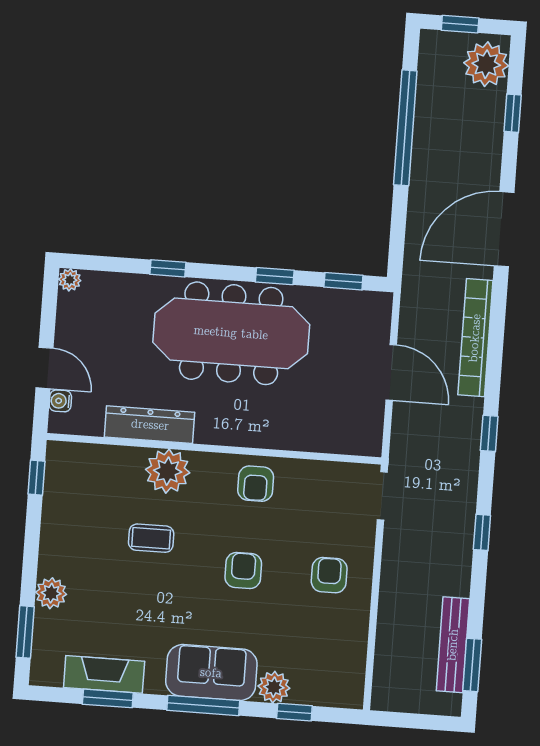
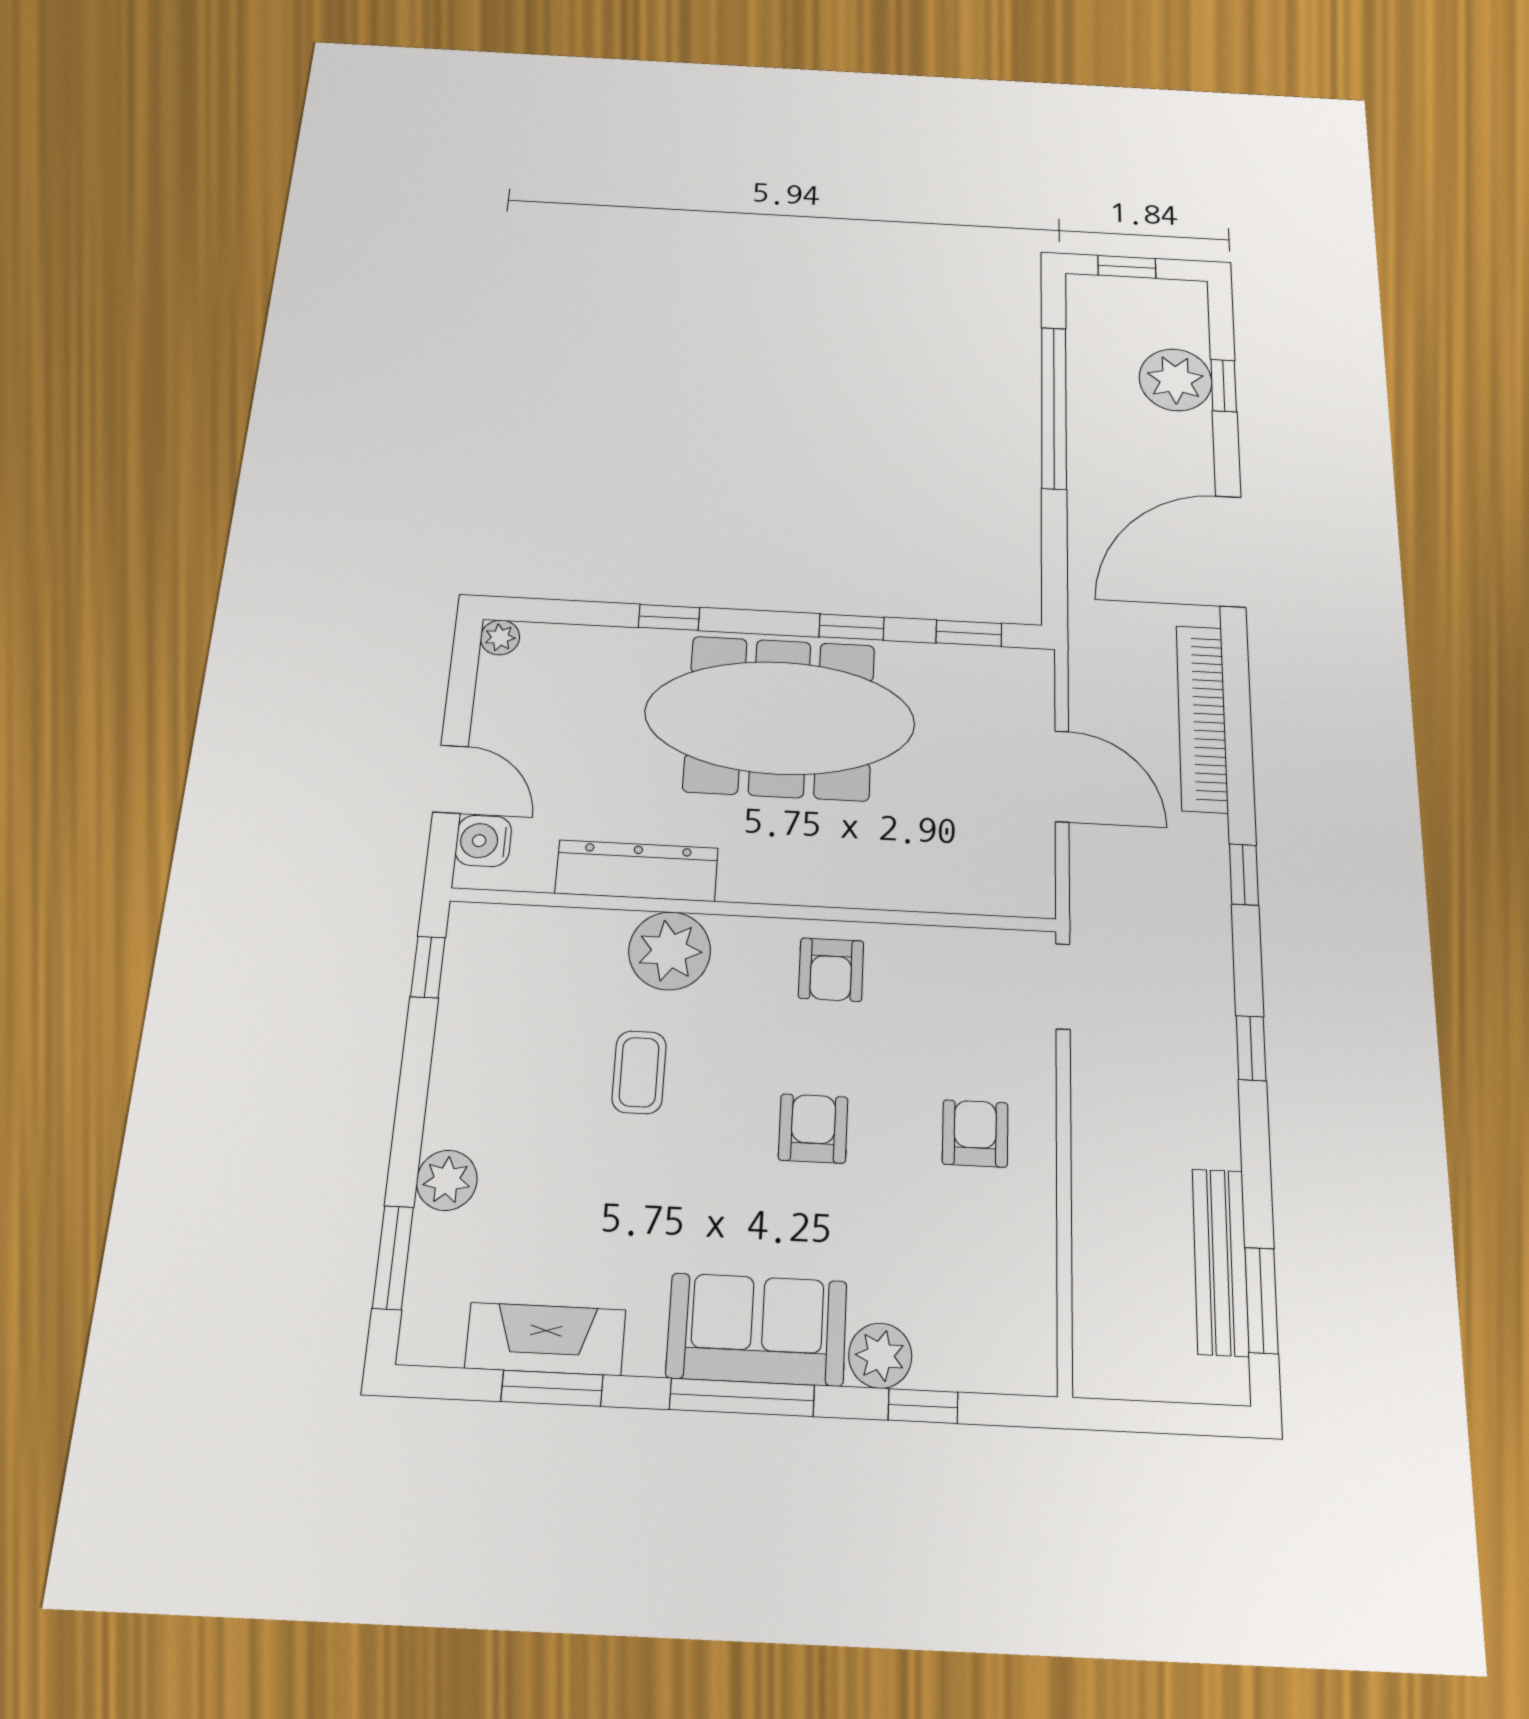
plant: (486, 64) -> (1176, 380), moved
water cooler: (60, 401) -> (483, 841), width x1.38, depth x1.38
coffee table: (151, 538) -> (639, 1072), turned 90

